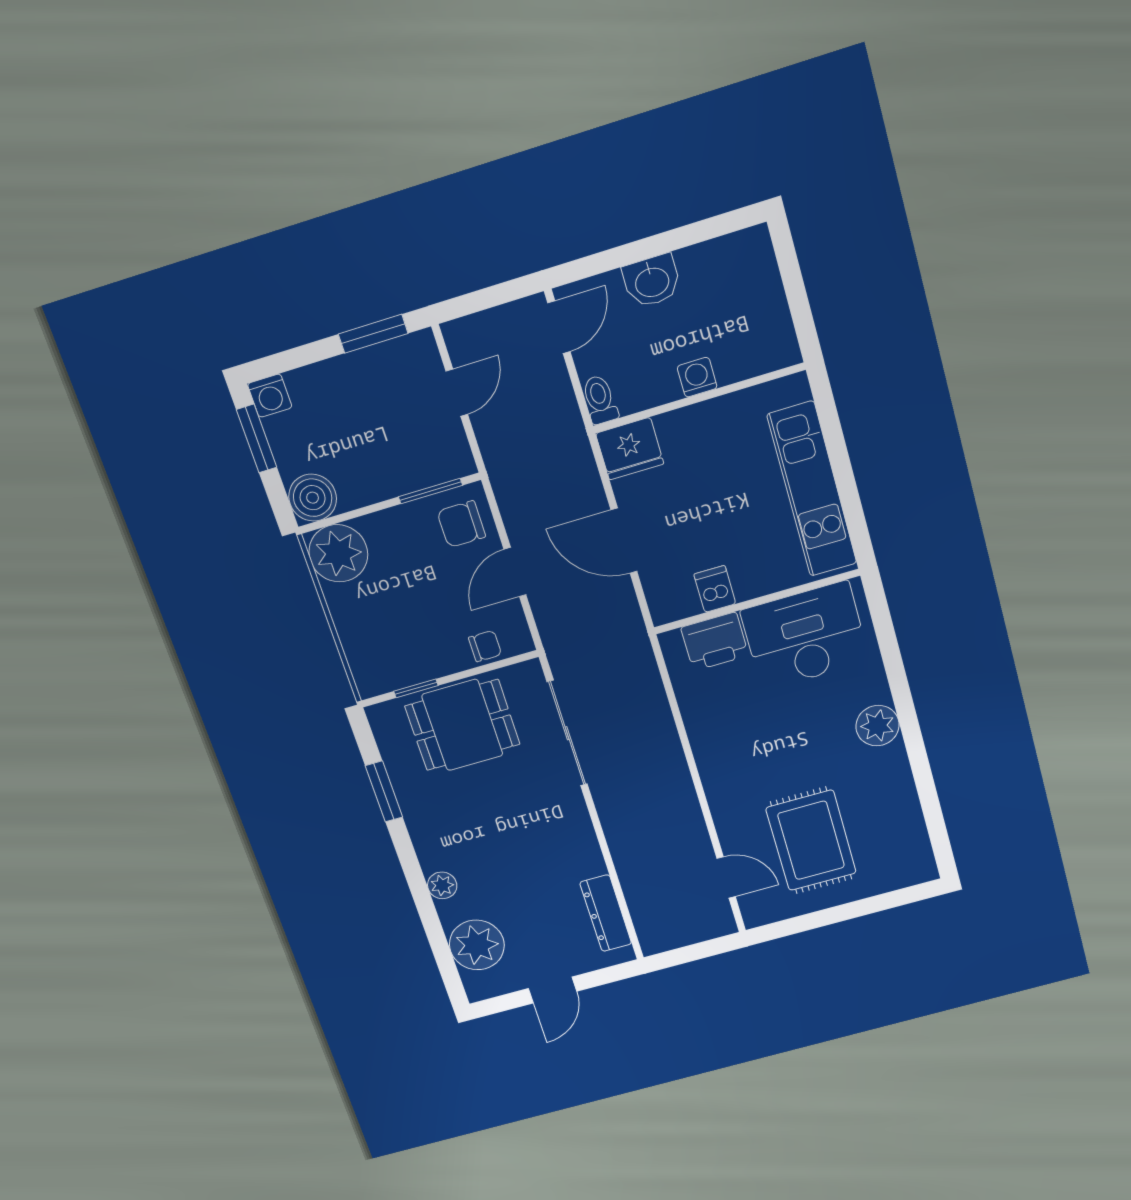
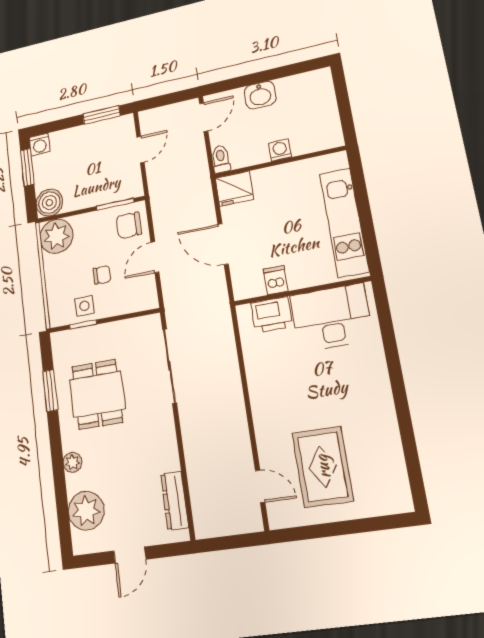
chair: (485, 646) -> (102, 275), moved
side table: (412, 660) -> (84, 306), added
dining table: (462, 725) -> (97, 394), moved, turned 90
plant: (877, 726) -> (376, 387), removed

